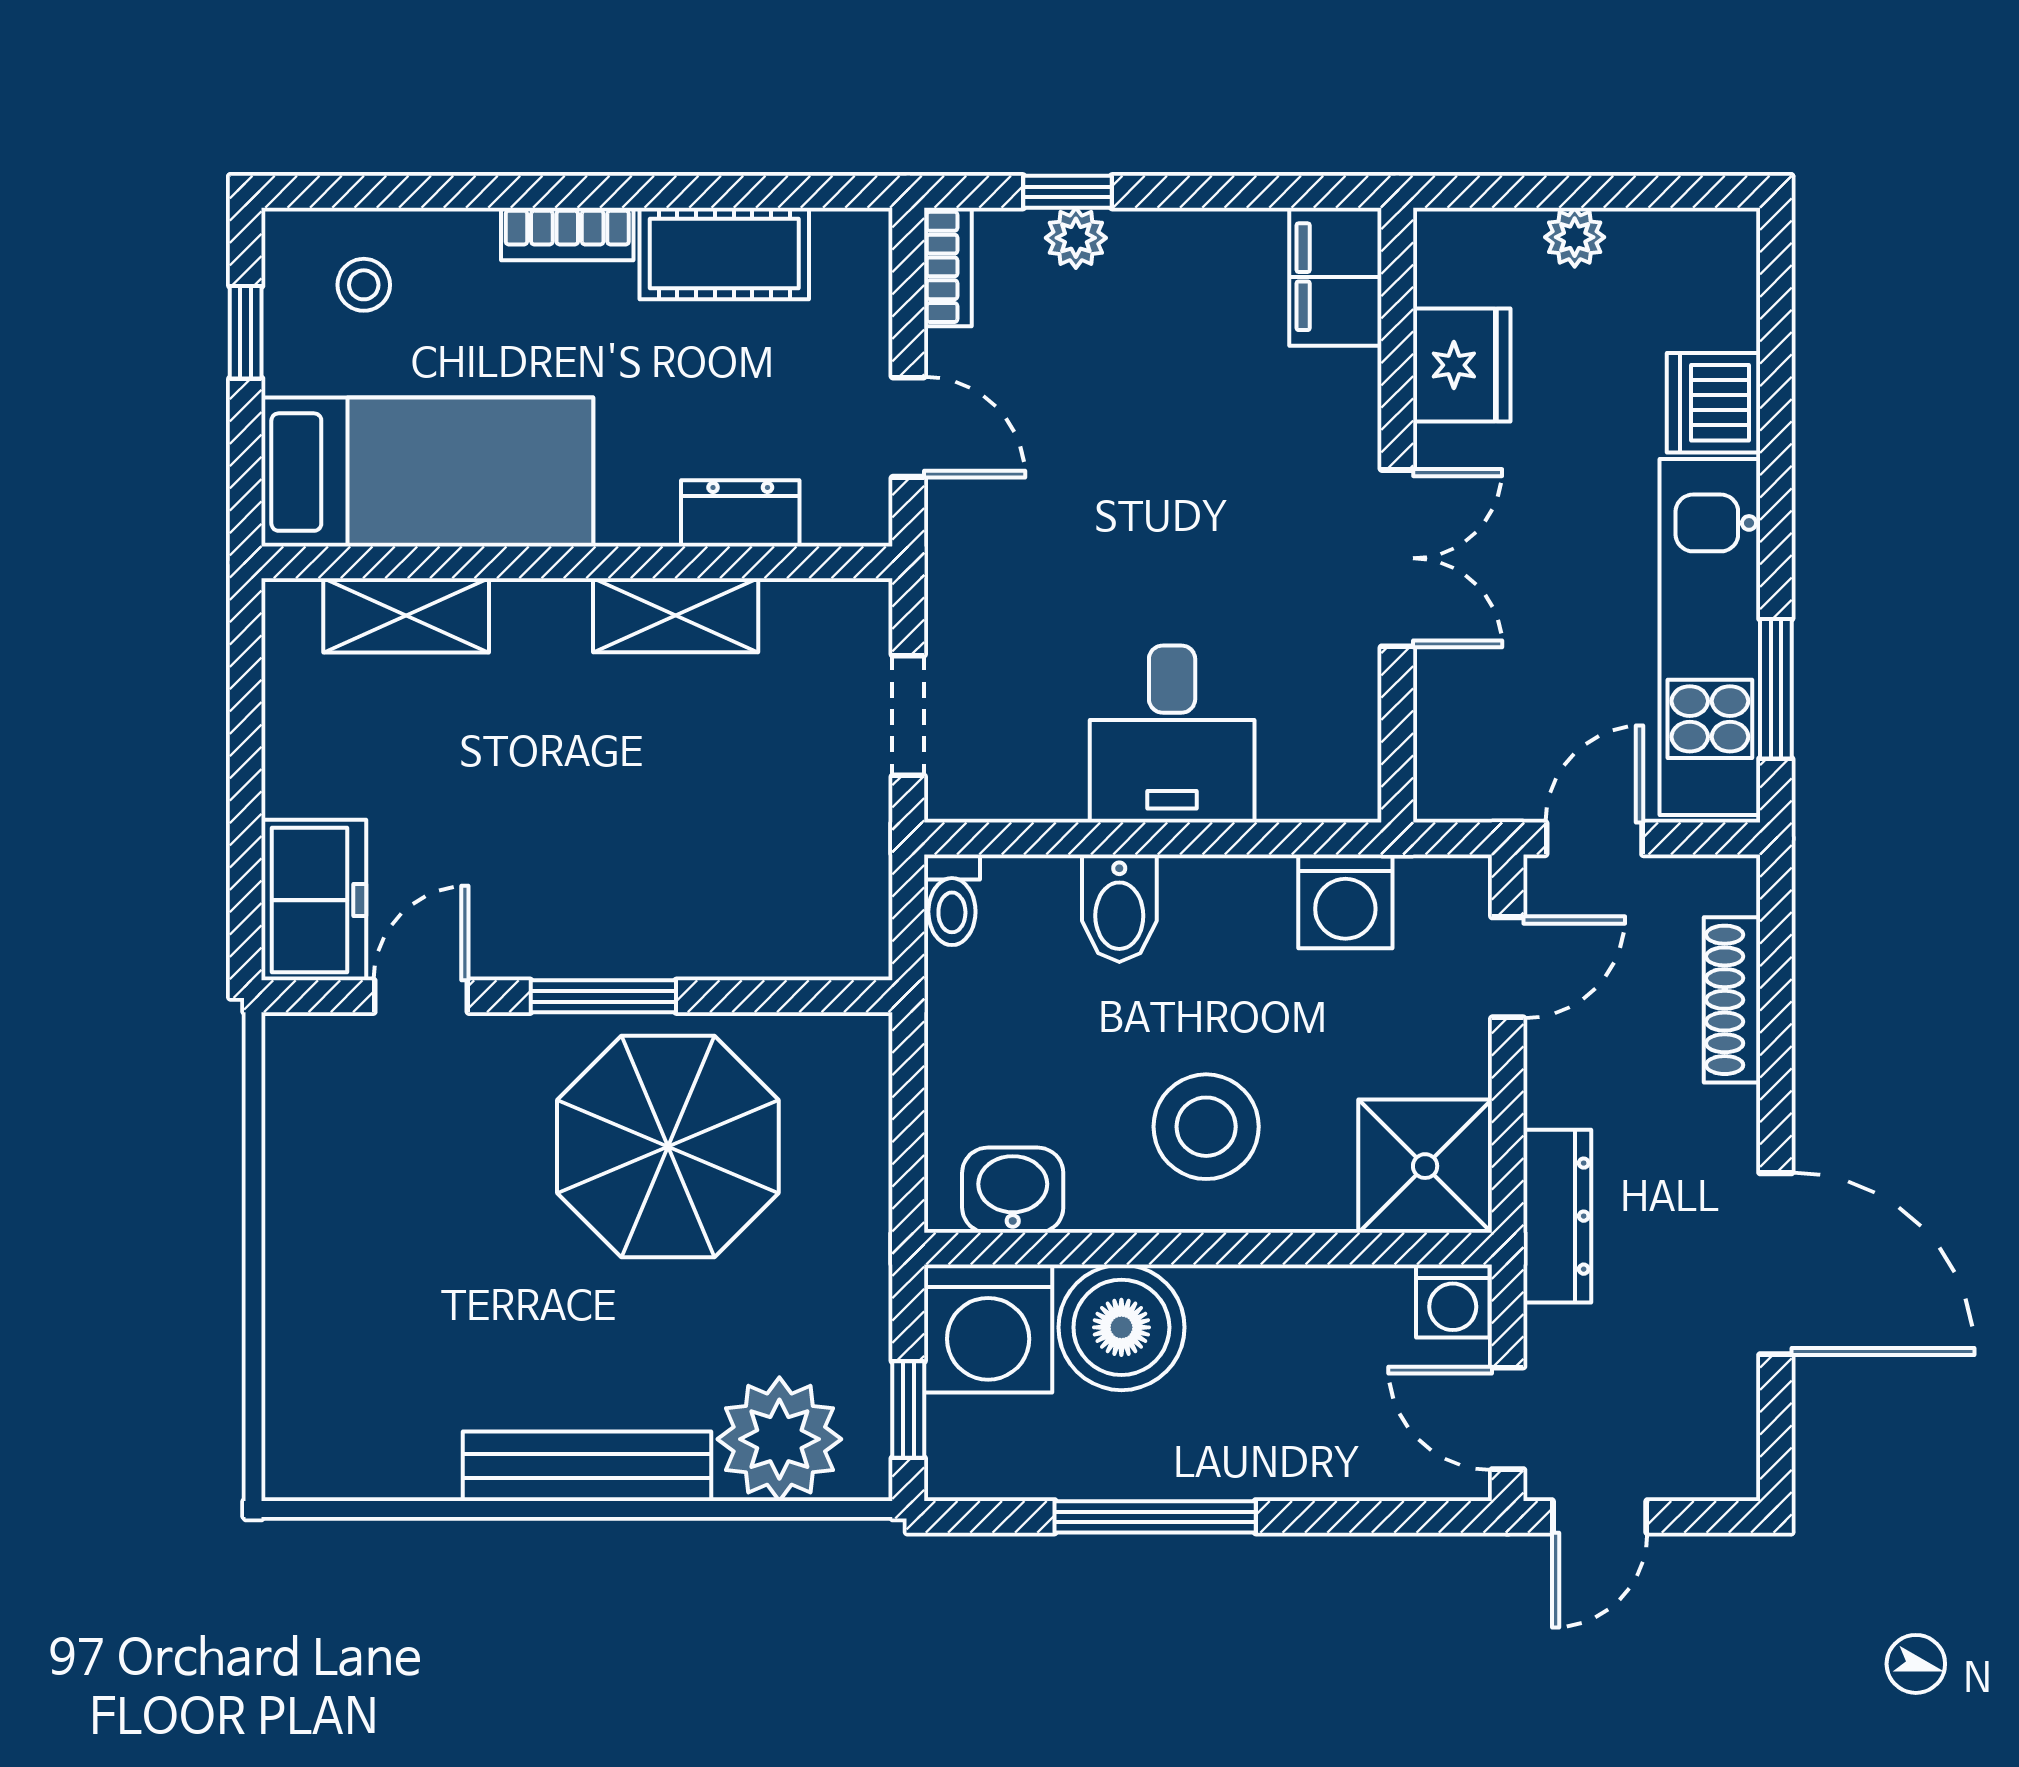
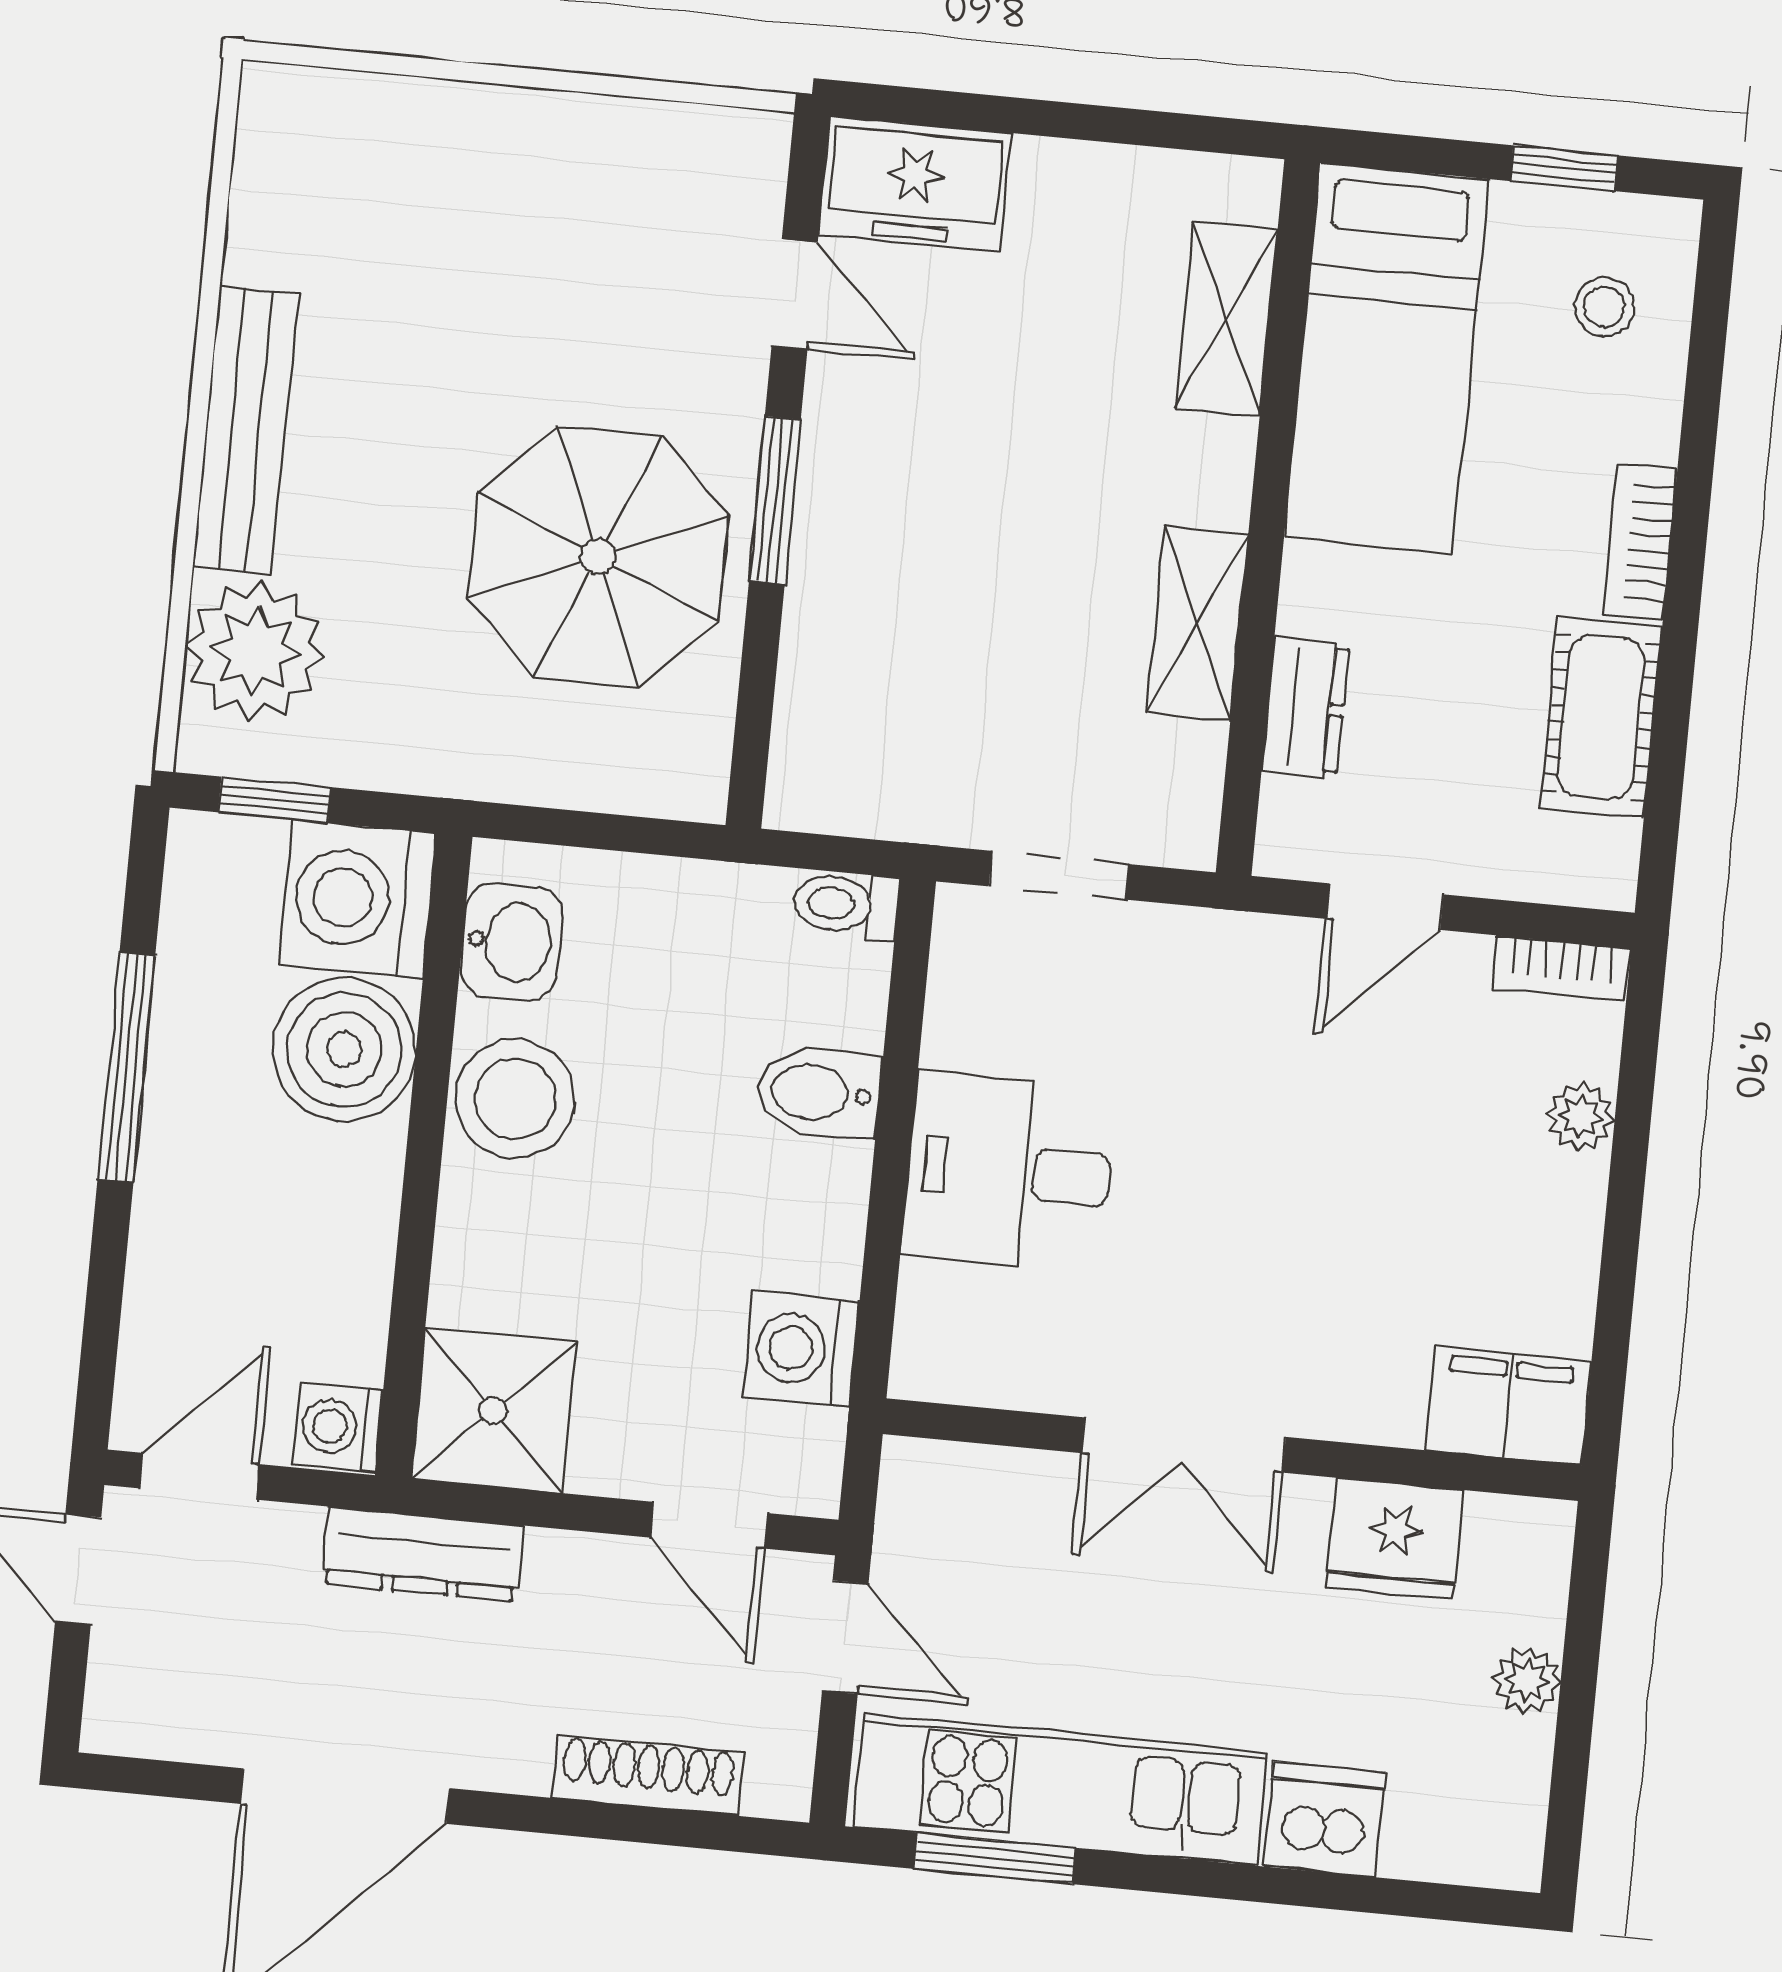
window: (1068, 192) -> (1633, 1112), removed
stool: (1206, 1127) -> (515, 1099), moved

